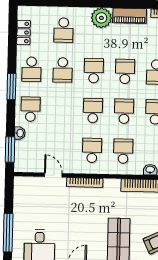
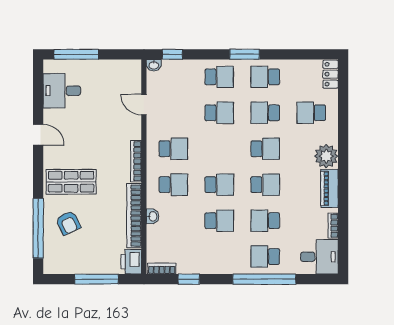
locker: (24, 32) -> (330, 74), moved, turned 90
school desk: (93, 111) -> (219, 113), moved
washbasin: (20, 133) -> (154, 65), moved
window: (10, 149) -> (172, 54), width x0.67
door: (53, 175) -> (144, 105), swing flipped
bookcase: (85, 182) -> (136, 161), moved

